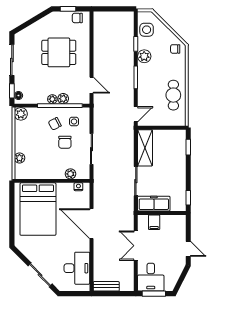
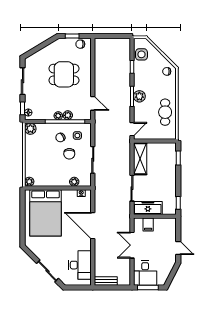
plant: (144, 56) -> (139, 96), moved
plant: (19, 158) -> (29, 182), moved

